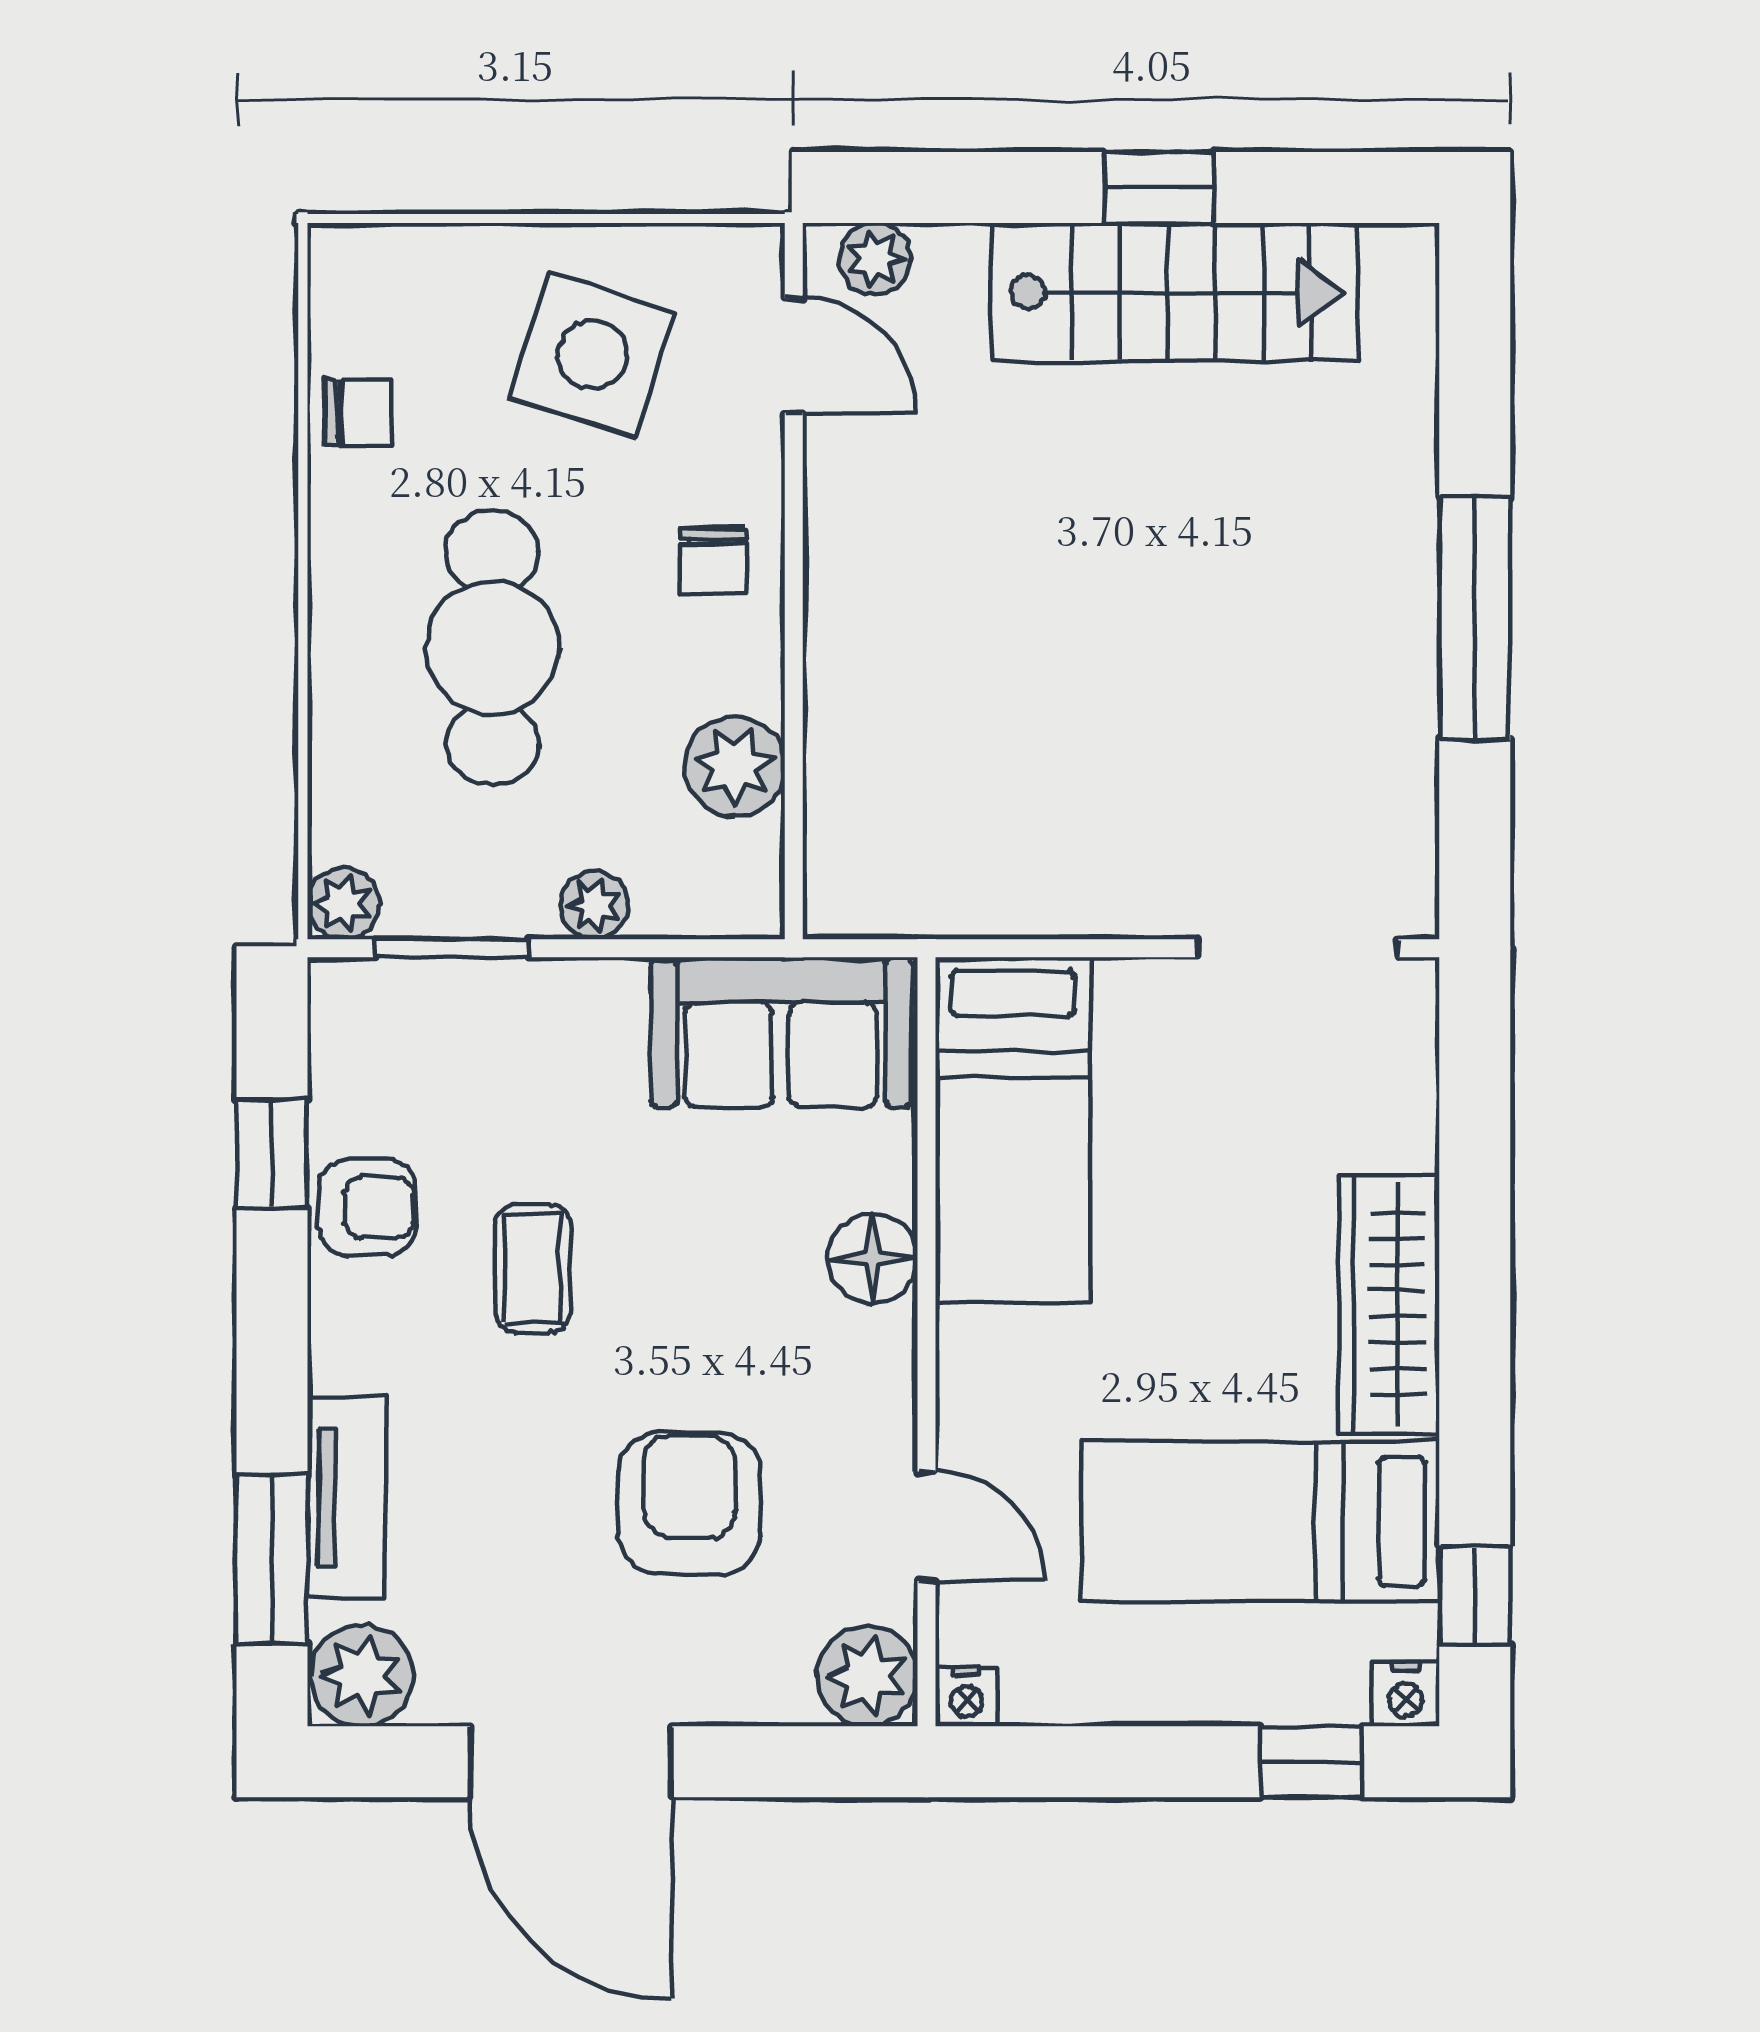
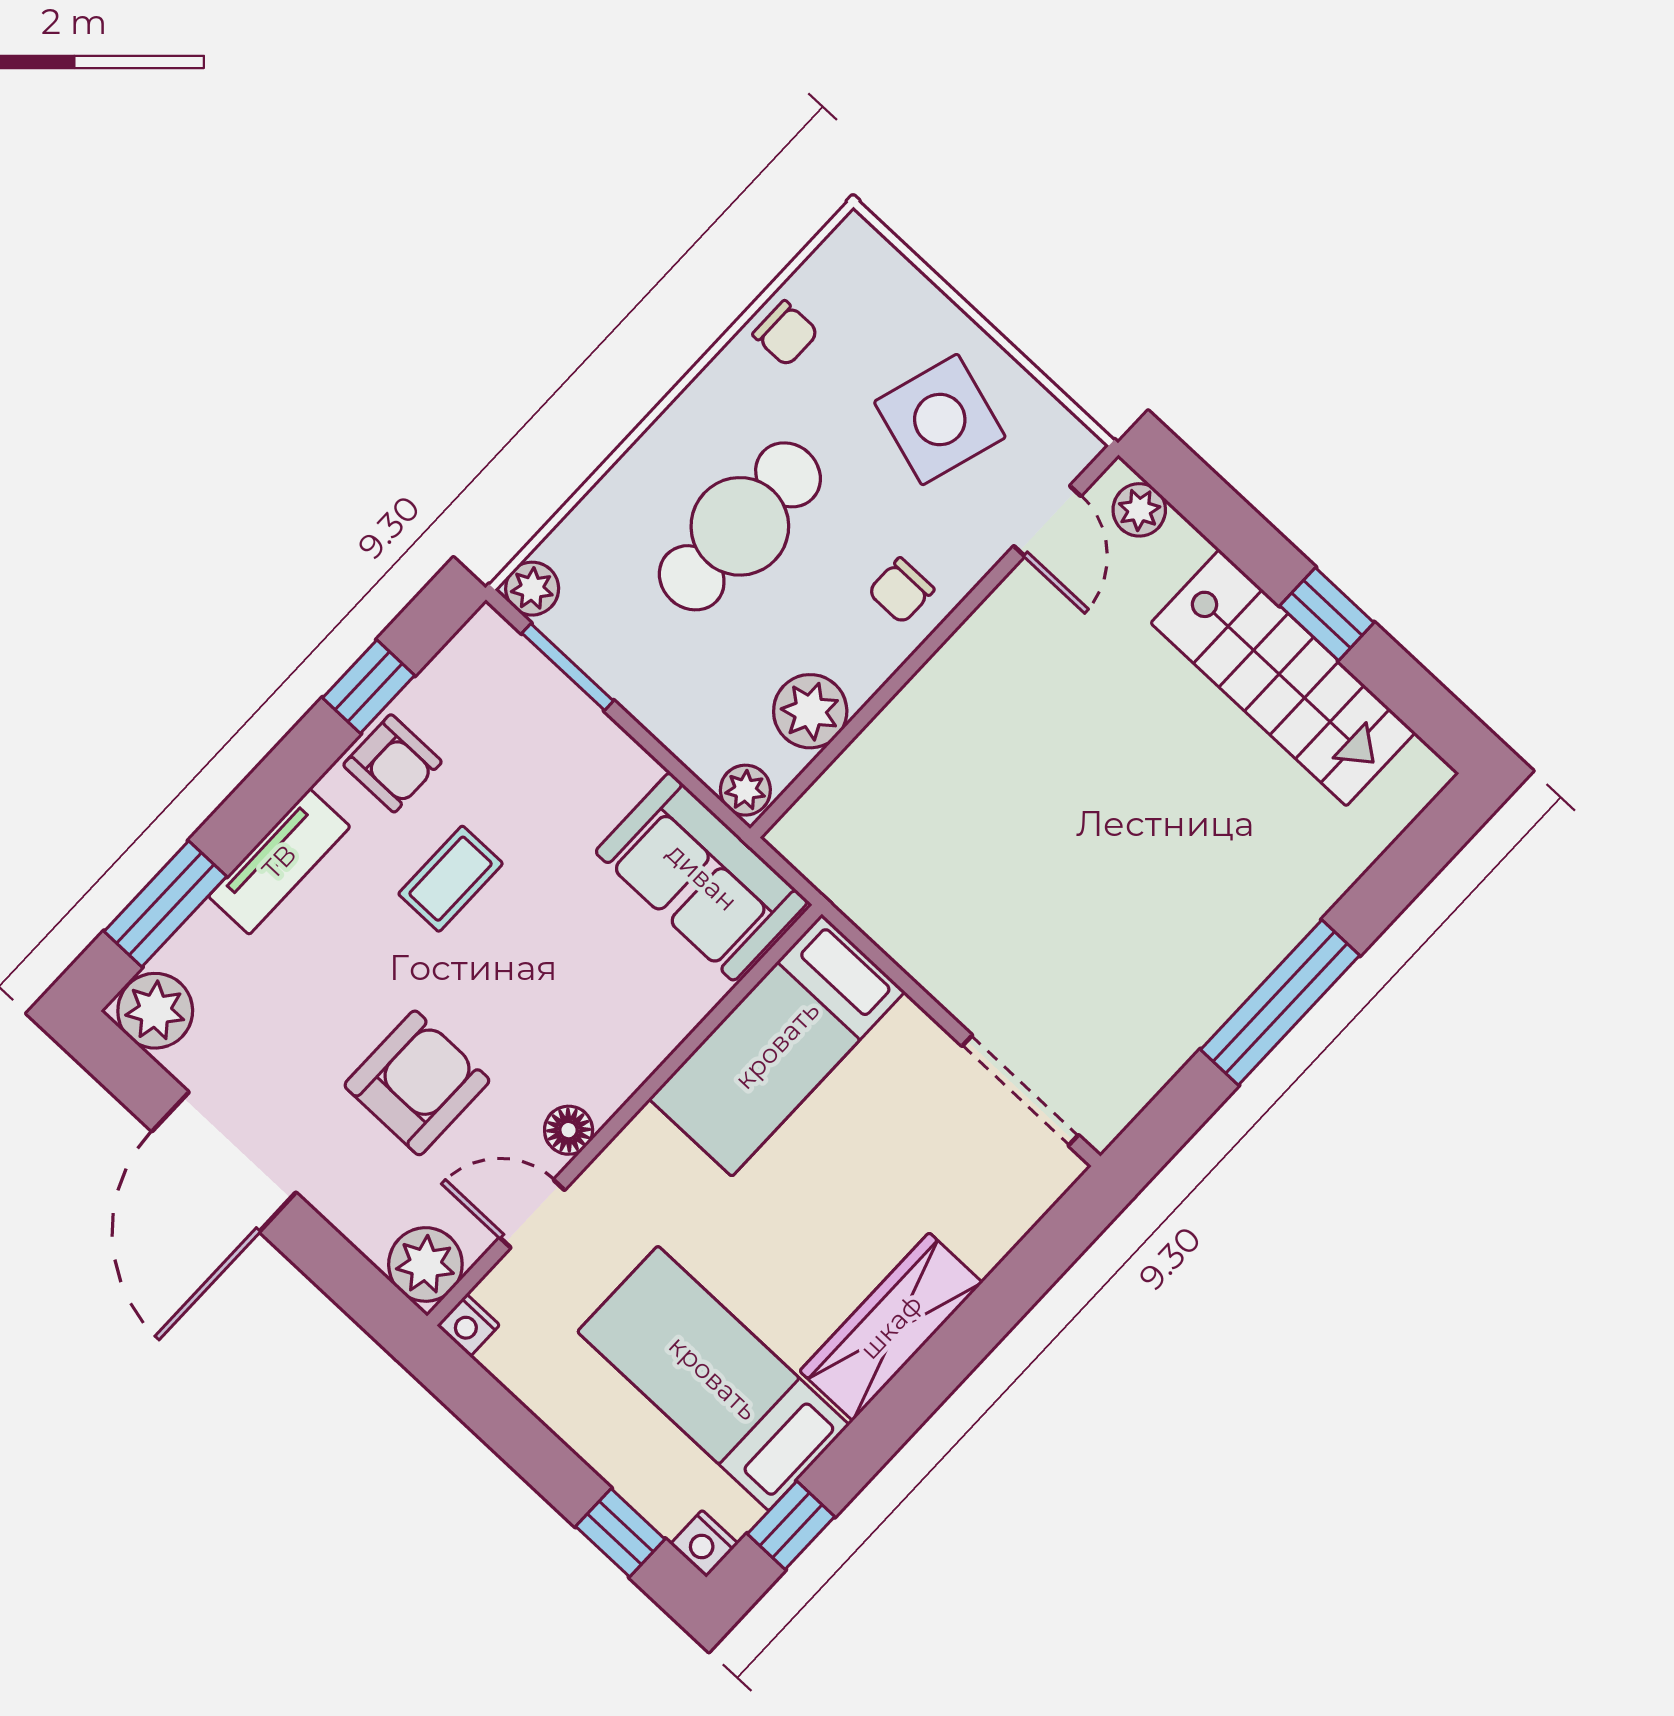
plant: (594, 905) -> (745, 790), moved
floor lamp: (873, 1258) -> (569, 1130), moved, width x0.73, depth x0.73
tv unit: (346, 1497) -> (279, 862), moved
door: (926, 1526) -> (532, 1214), swing flipped

